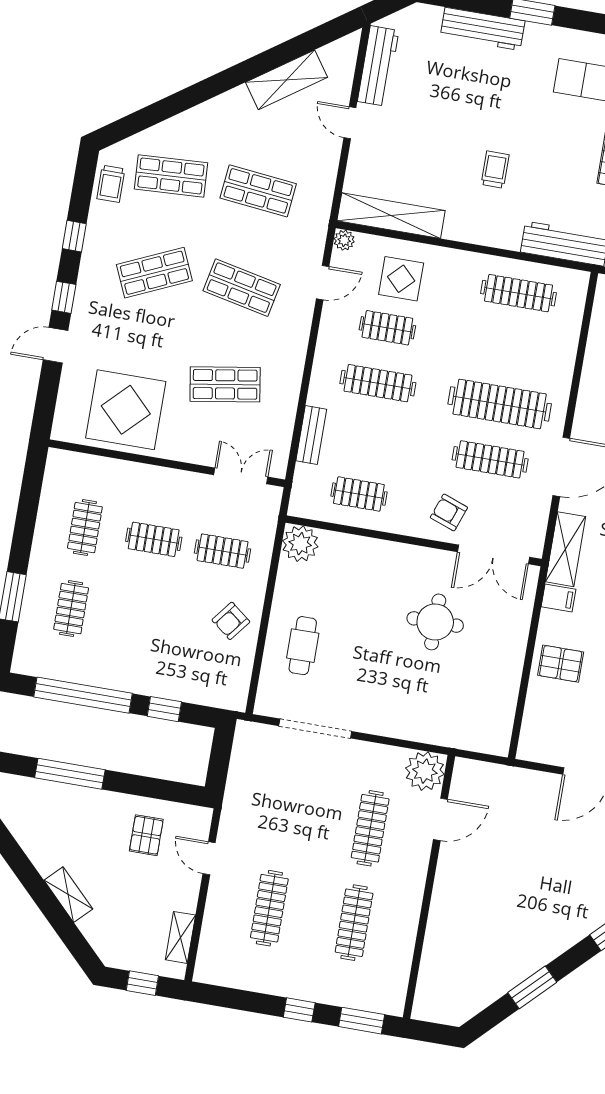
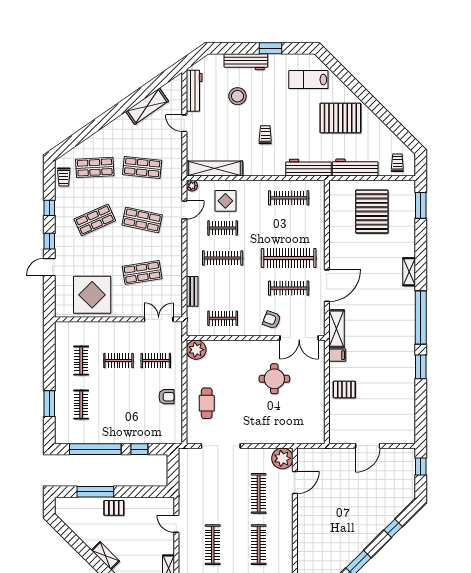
stool: (456, 90) -> (237, 96), added
armchair: (231, 621) -> (167, 397), turned -128
pallet: (146, 835) -> (114, 508), moved, turned 90

